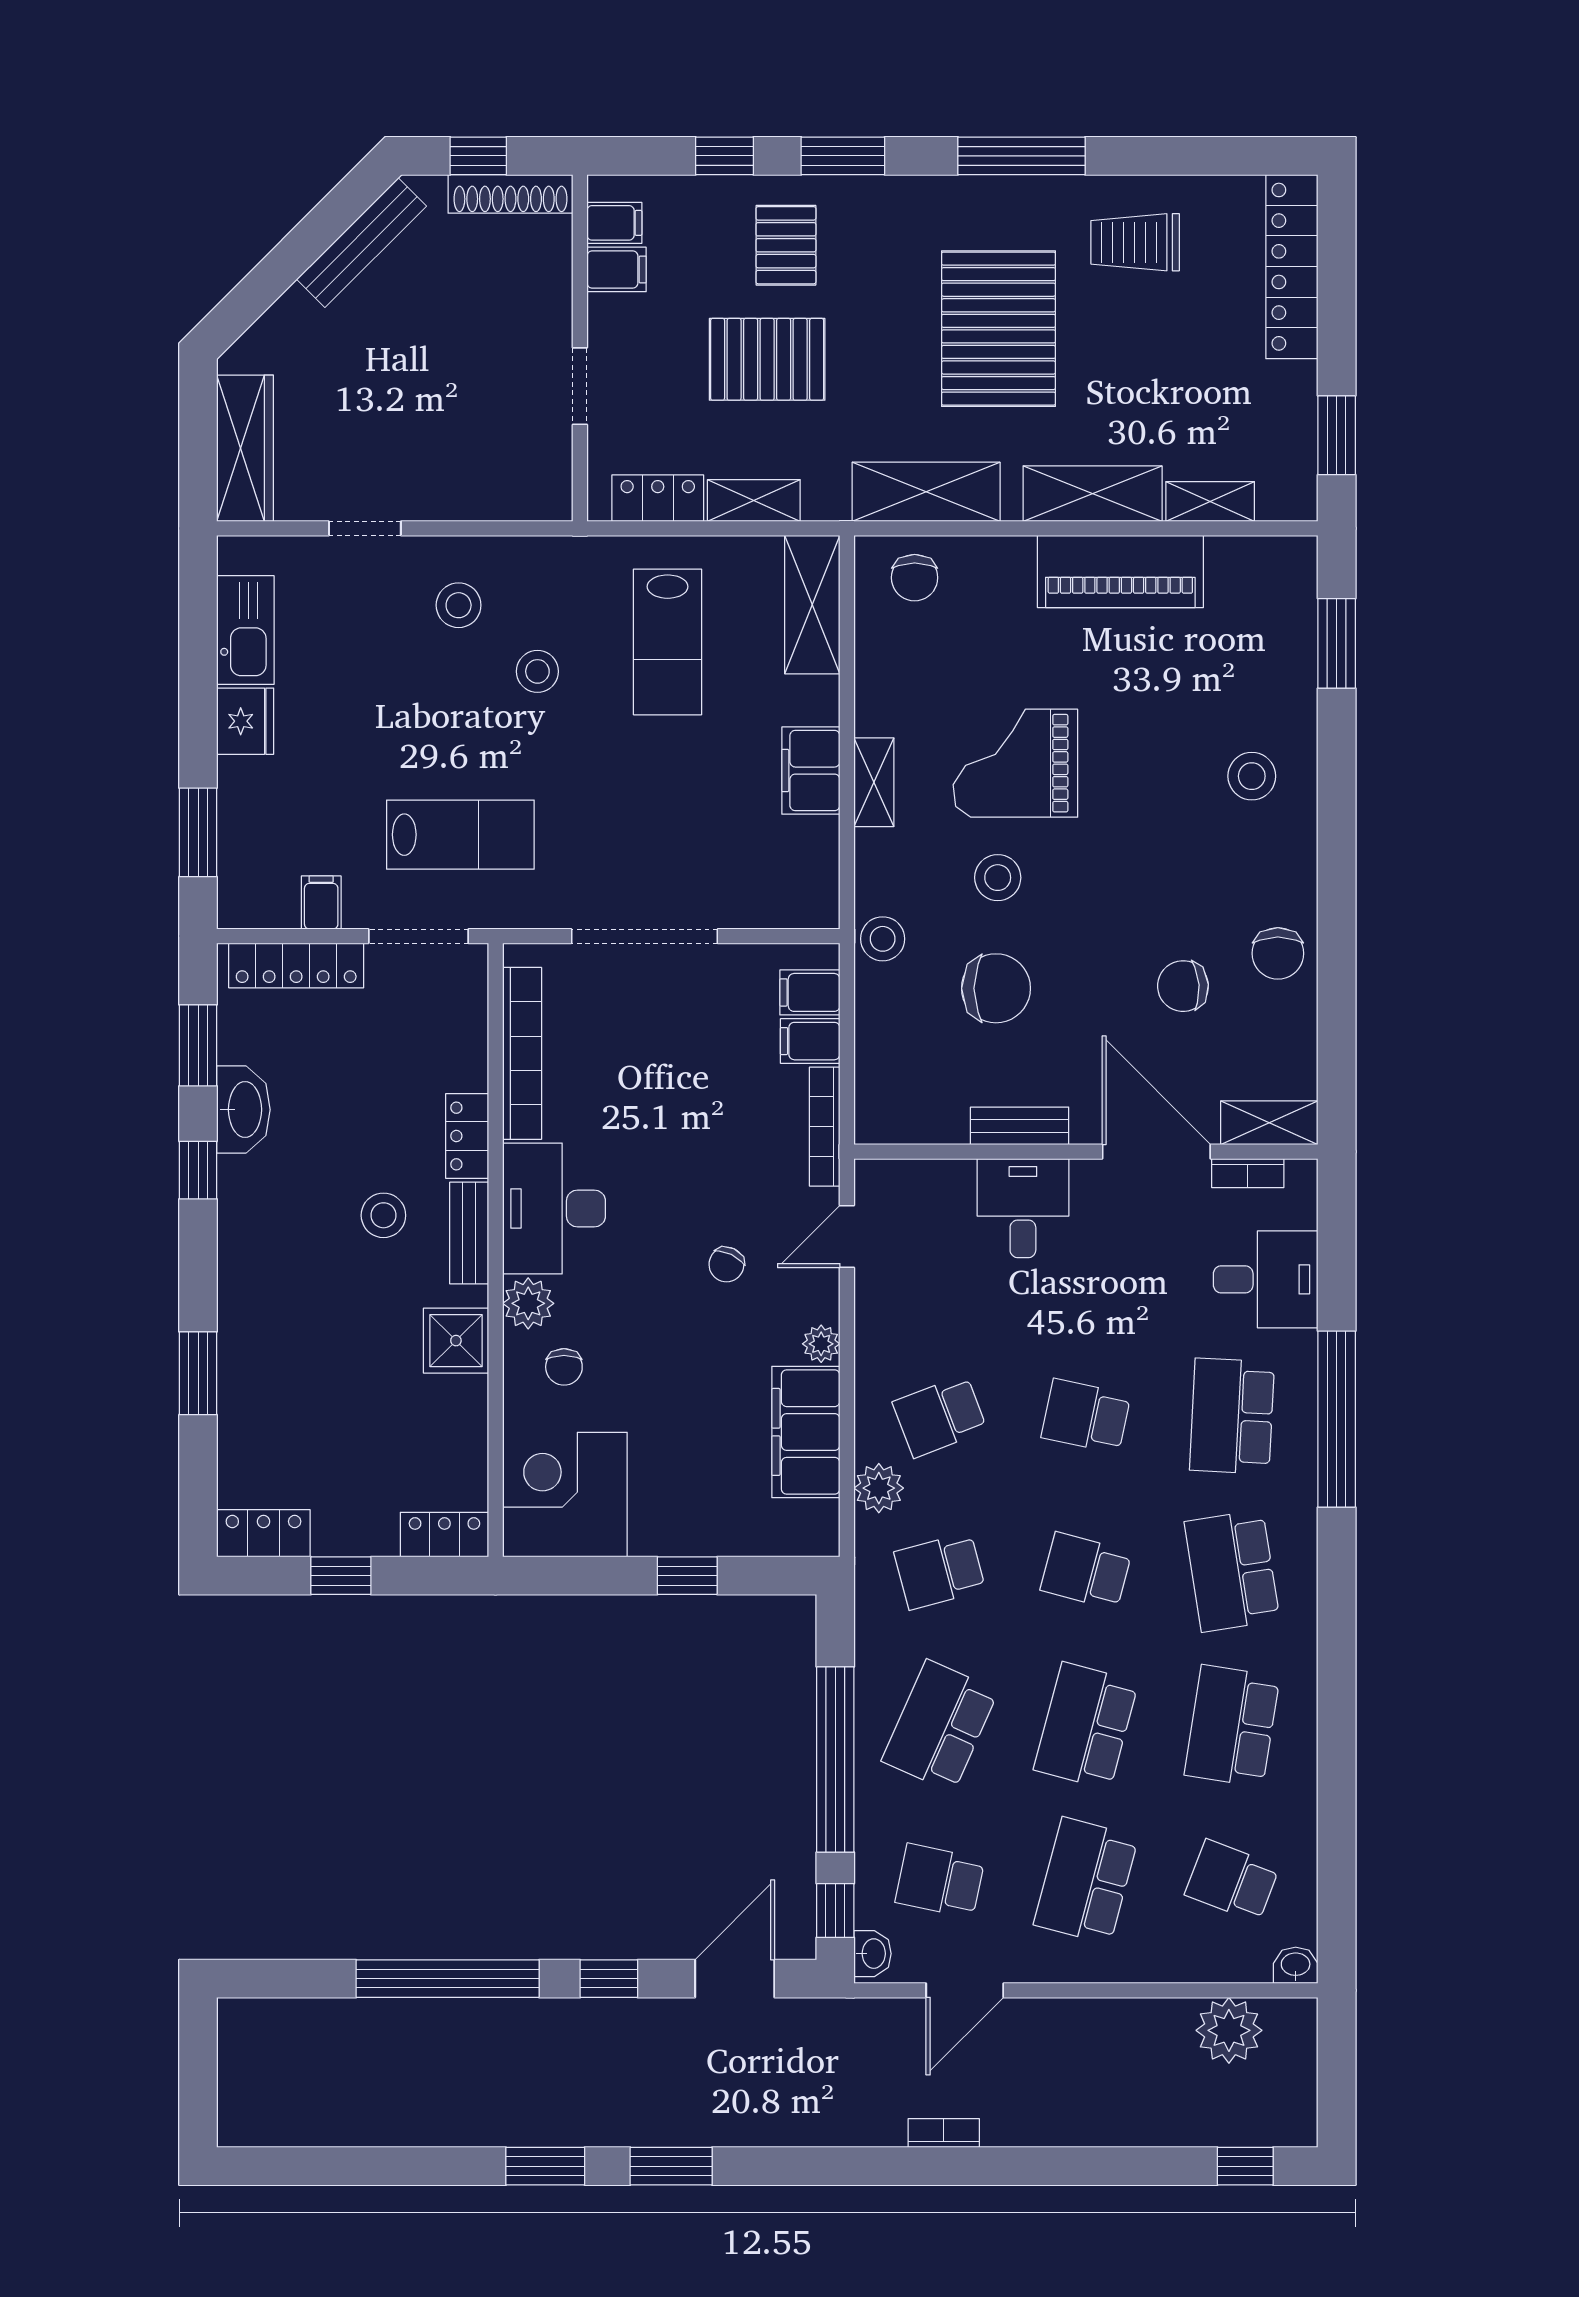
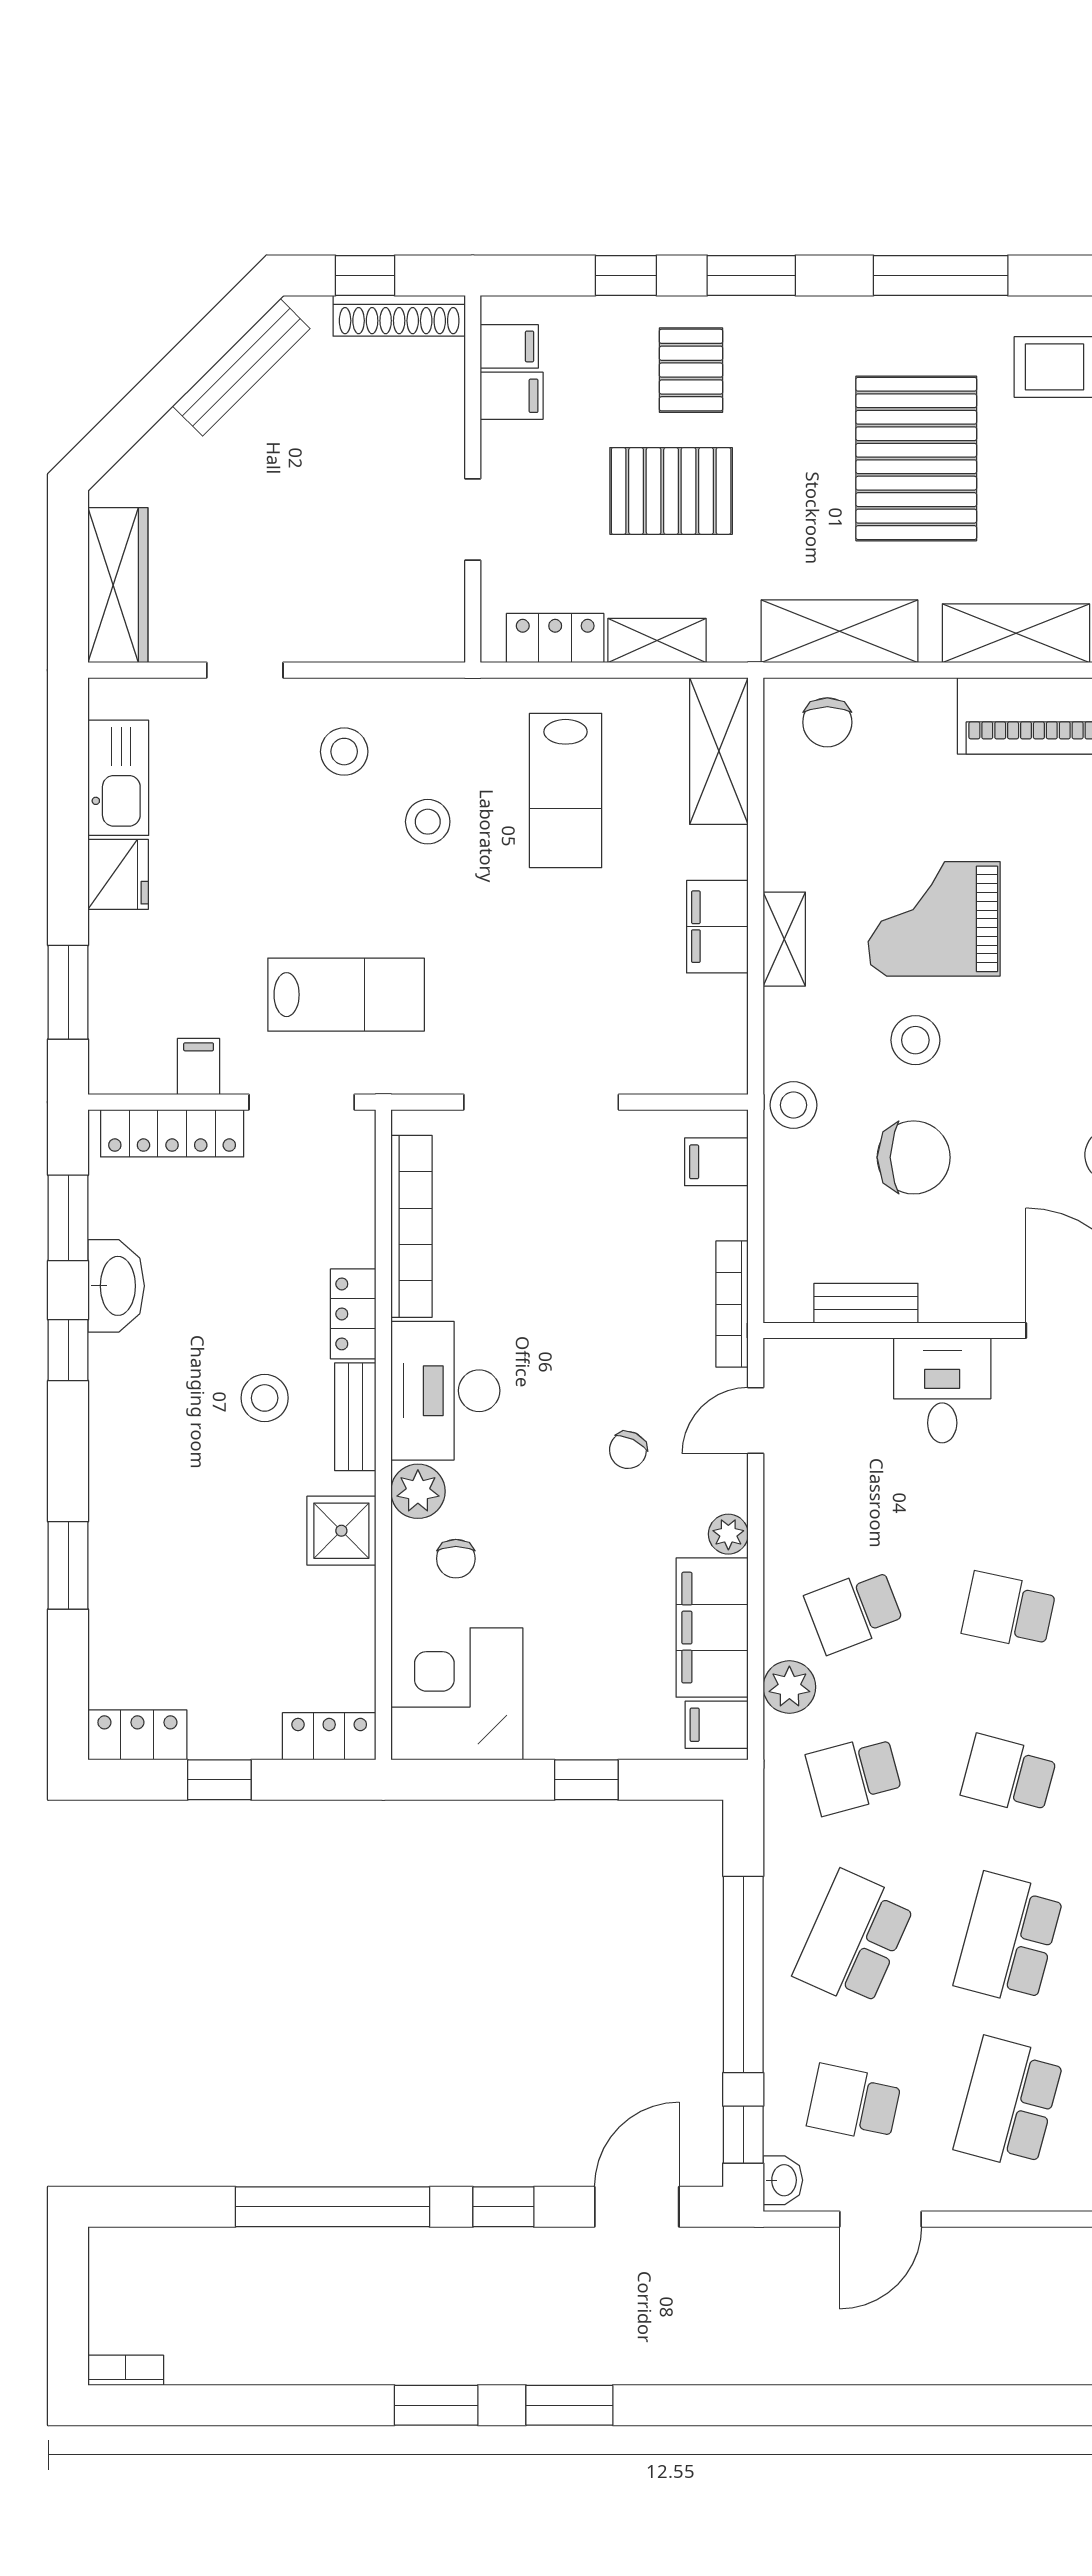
filing cabinet: (810, 1041) -> (717, 1725), moved
bench: (1020, 1126) -> (866, 1303), moved
bookcase: (944, 2133) -> (126, 2370), moved

